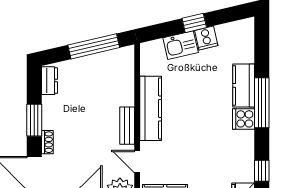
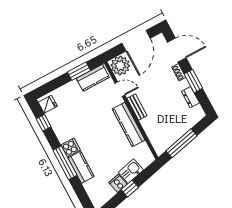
dresser: (49, 81) -> (190, 97), moved

